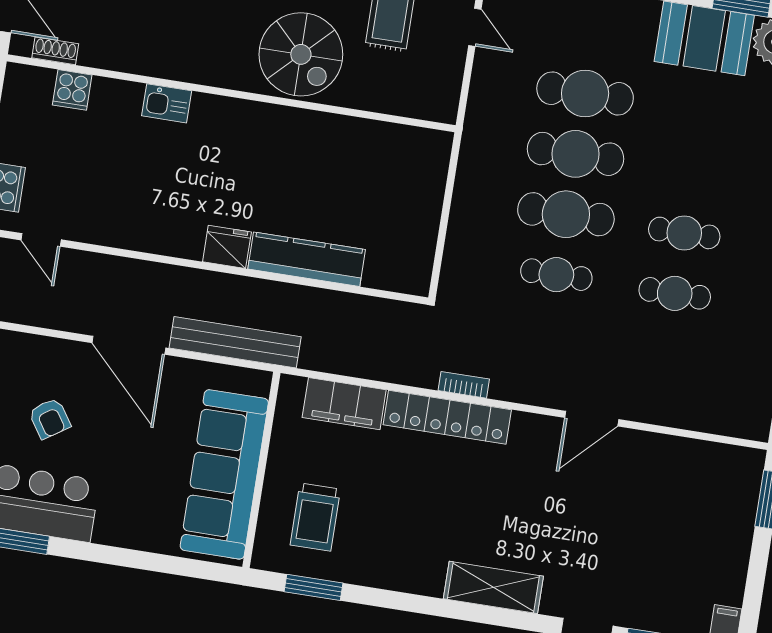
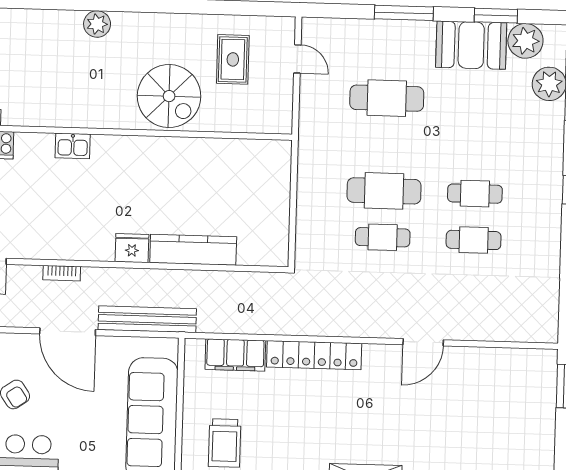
cafe table: (575, 154) -> (385, 145), removed
bookcase: (464, 385) -> (62, 273), moved, turned 180

